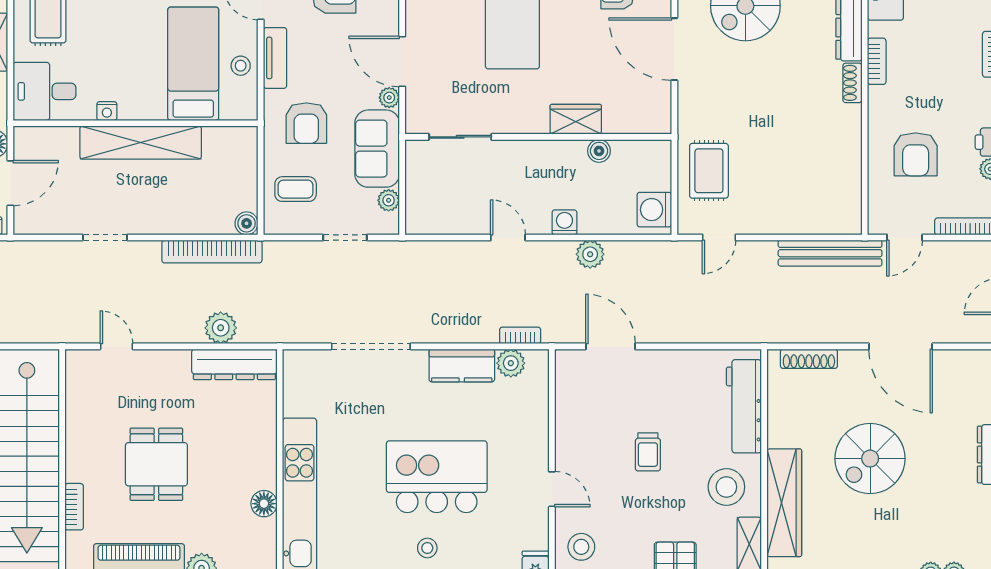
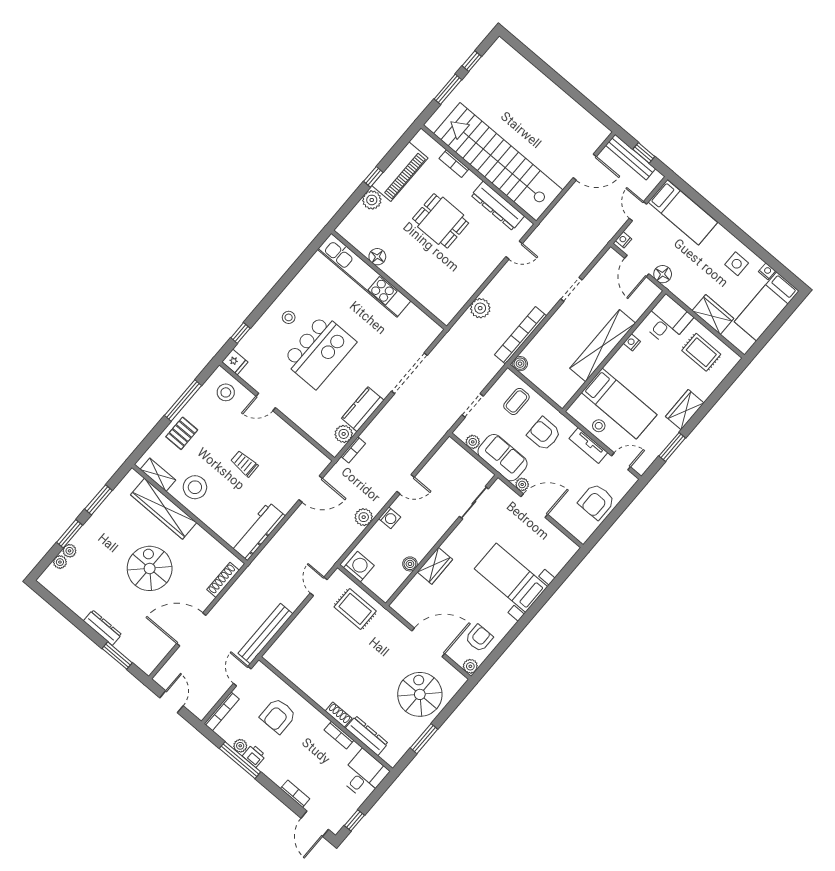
armchair: (916, 154) -> (278, 716), turned -90
dresser: (234, 364) -> (498, 206), moved, turned -90
workbench: (744, 406) -> (258, 531), moved, turned -90

